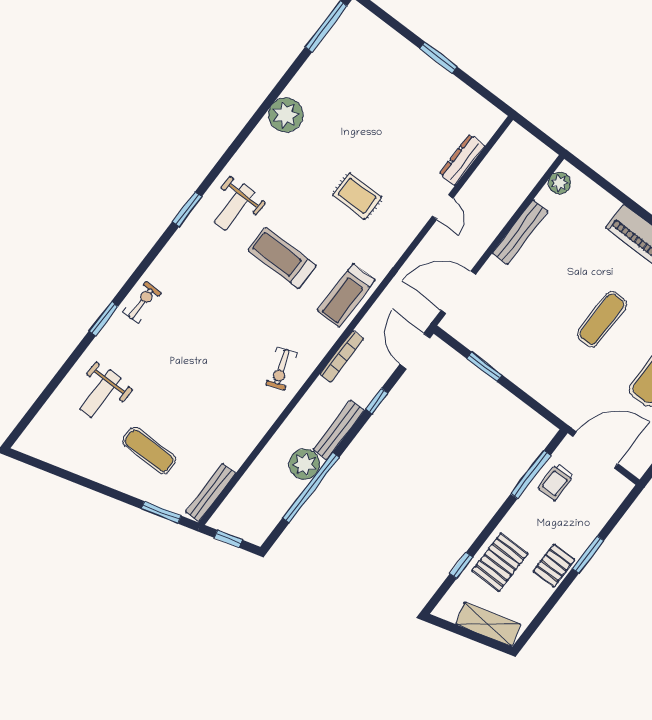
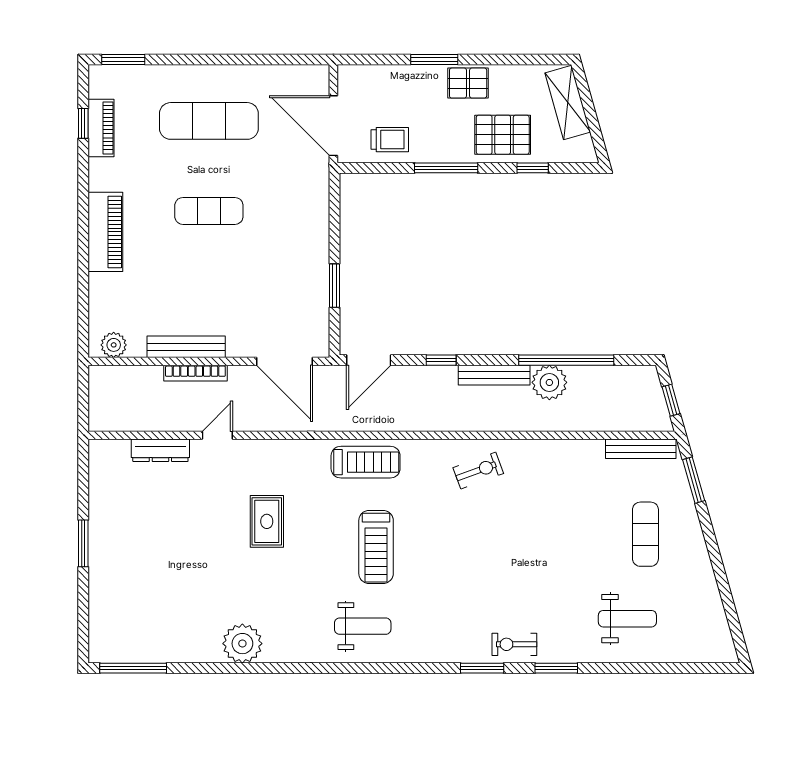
window: (187, 209) -> (482, 668), moved
bookcase: (342, 356) -> (195, 373), moved, turned 180
window: (531, 475) -> (446, 168), moved

